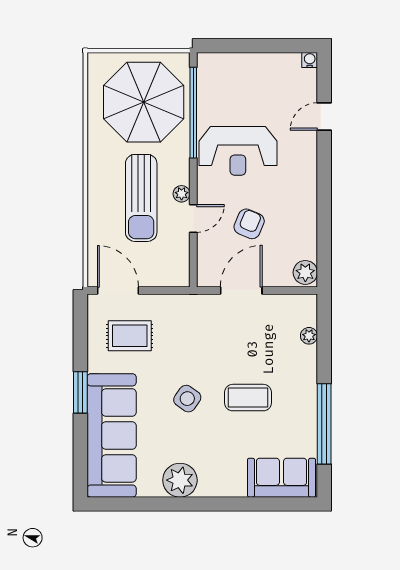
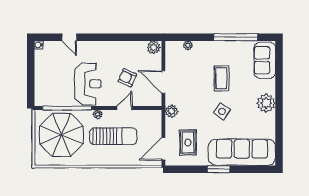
plant: (182, 194) -> (98, 114), moved
door: (193, 218) -> (124, 108), hinge flipped
plant: (187, 305) -> (172, 111), added
plant: (180, 480) -> (266, 103), moved

